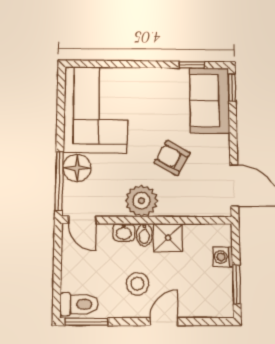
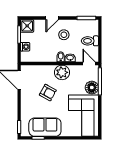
sofa: (210, 100) -> (45, 127), moved, turned -90
shower: (168, 238) -> (27, 26), moved
toilet: (79, 304) -> (90, 41), moved

